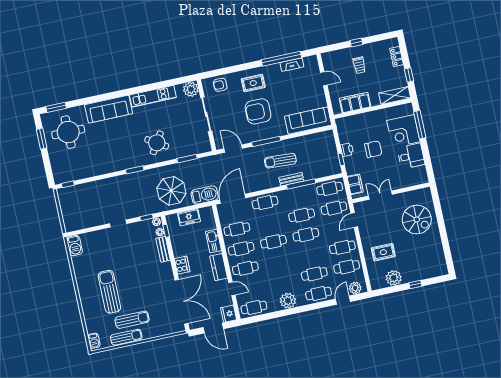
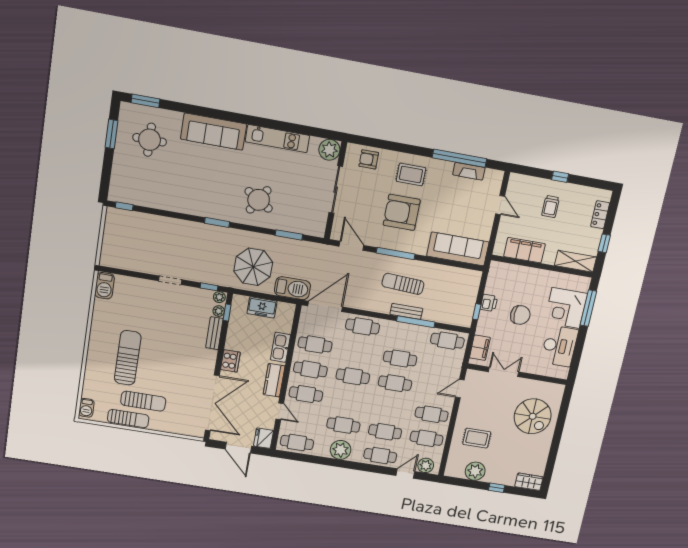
round table: (68, 132) -> (150, 140), width x0.73, depth x0.73
desk: (411, 156) -> (559, 346), width x1.37
cafe table: (334, 208) -> (343, 425), moved
wardrobe: (437, 270) -> (529, 482), added

